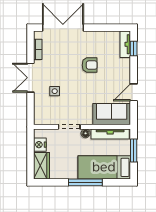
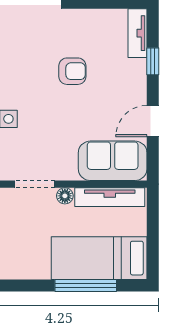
window: (134, 48) -> (153, 61), moved
window: (134, 150) -> (153, 227), removed
window: (85, 182) -> (86, 285), moved

